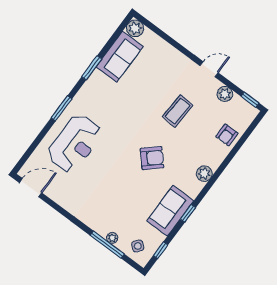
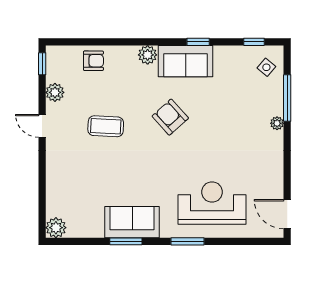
sofa: (120, 57) -> (132, 222), moved
sofa: (170, 211) -> (186, 61), moved
plant: (112, 238) -> (277, 123), moved

